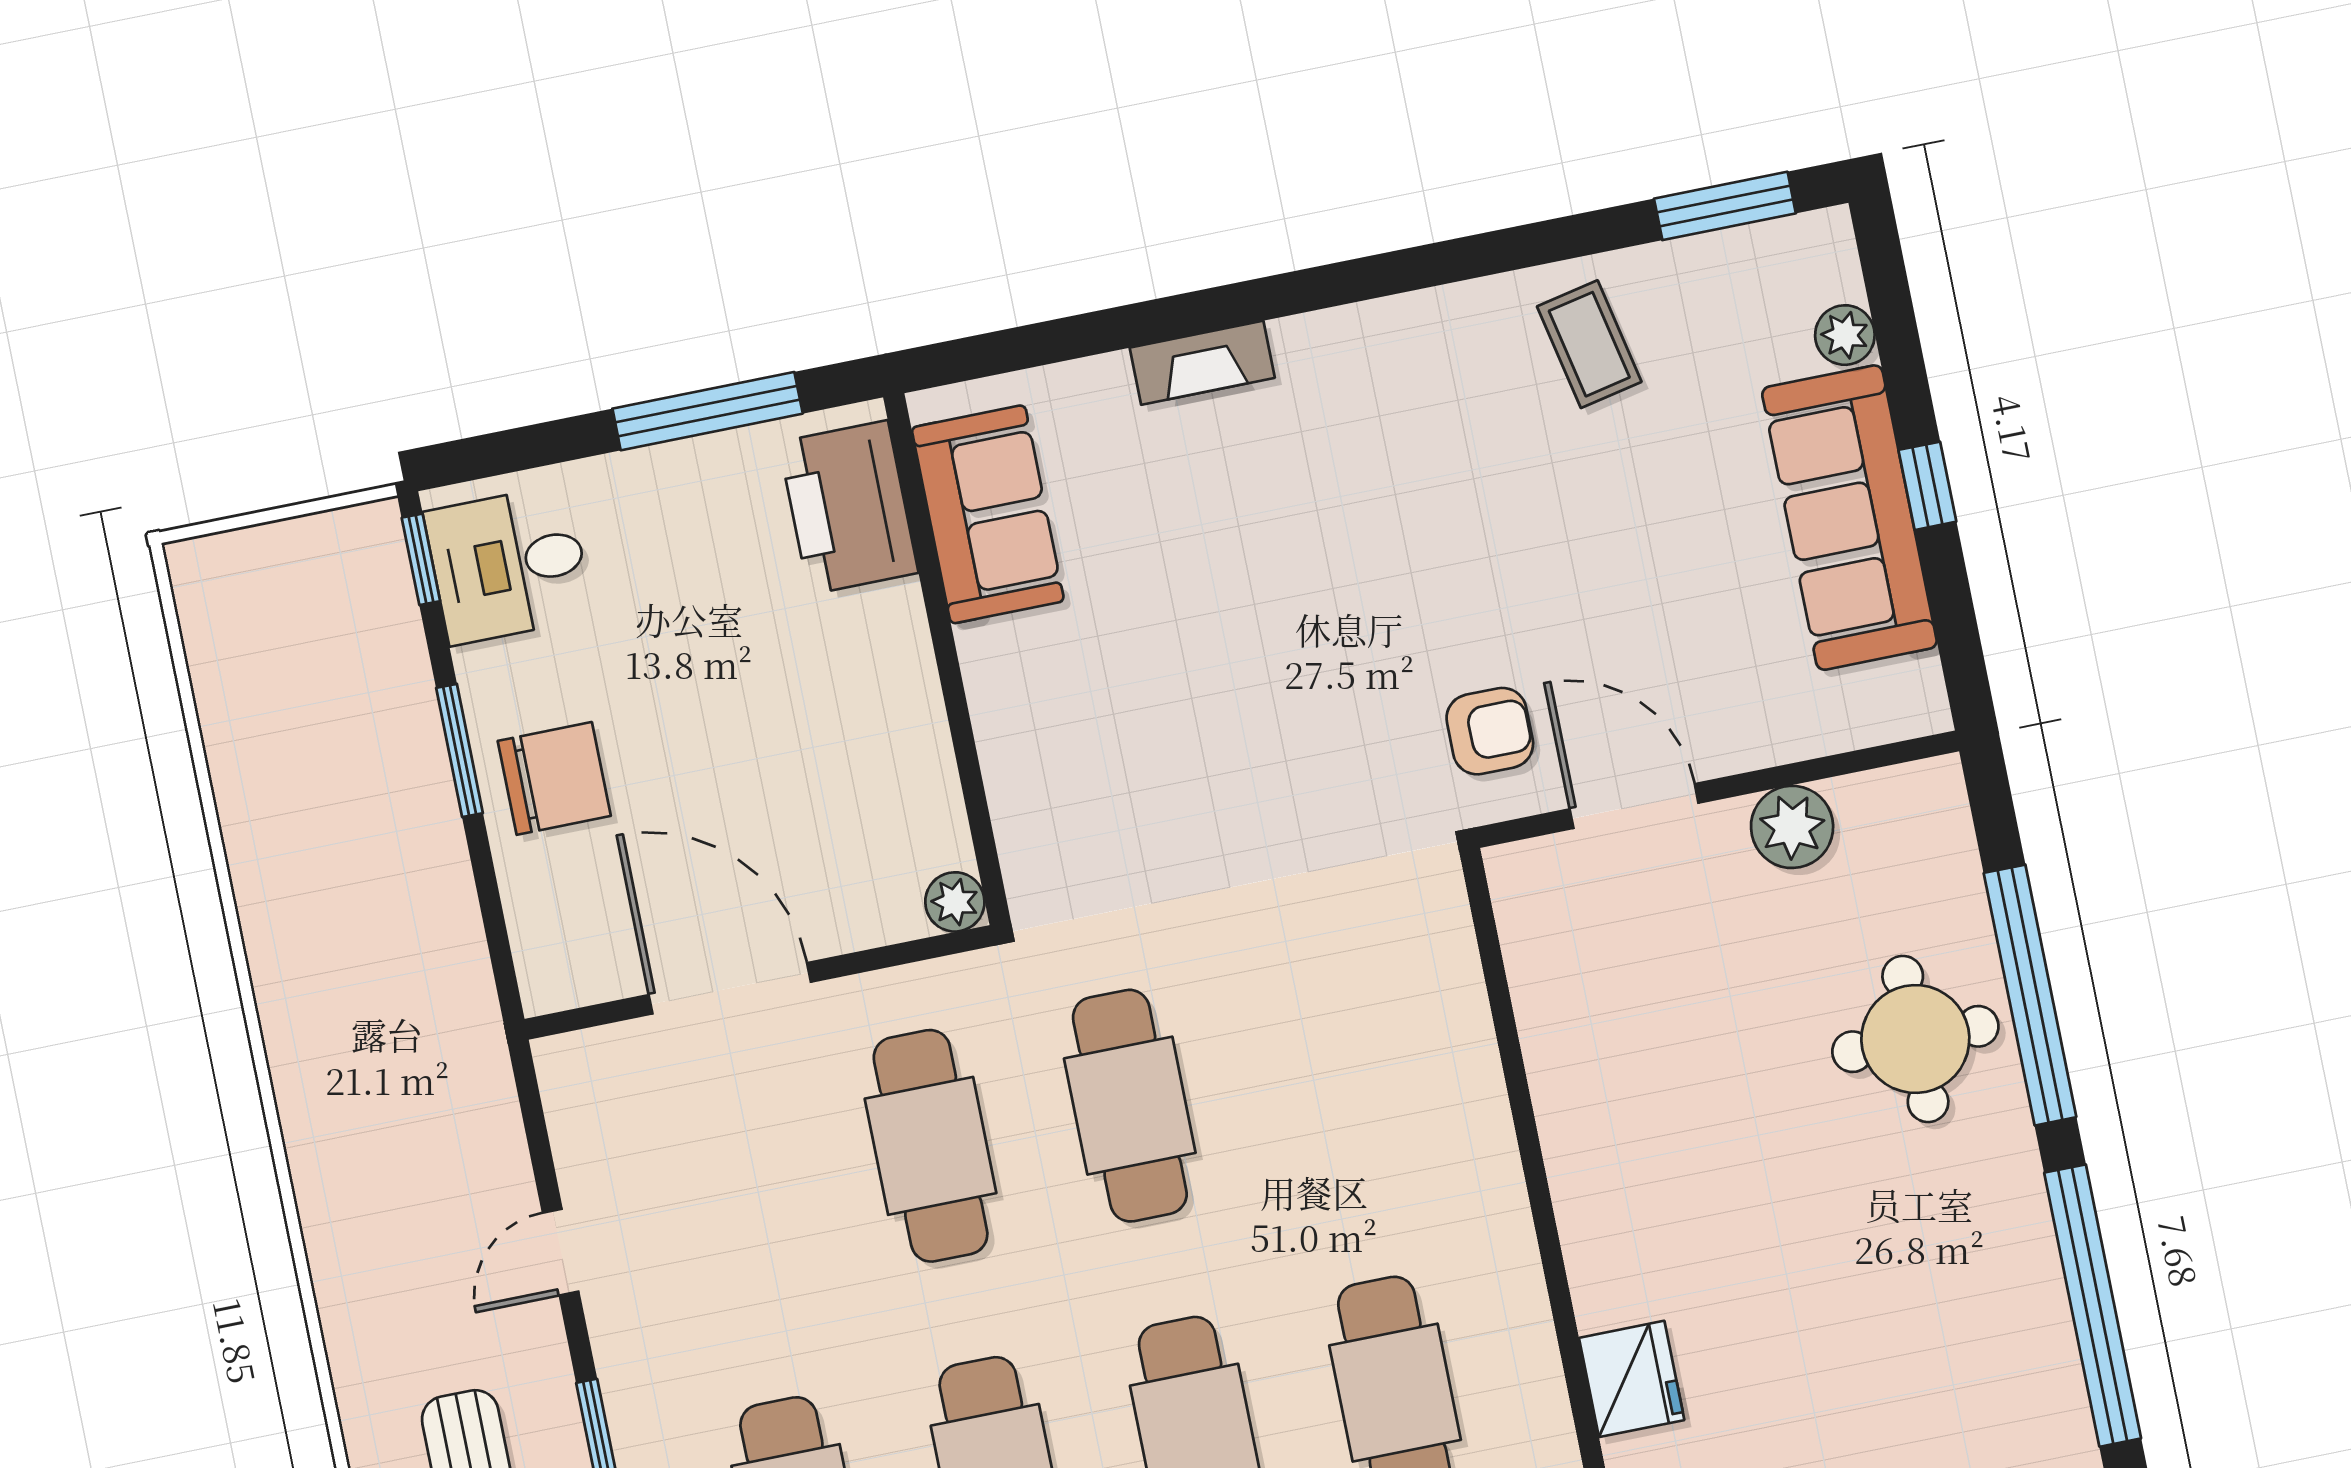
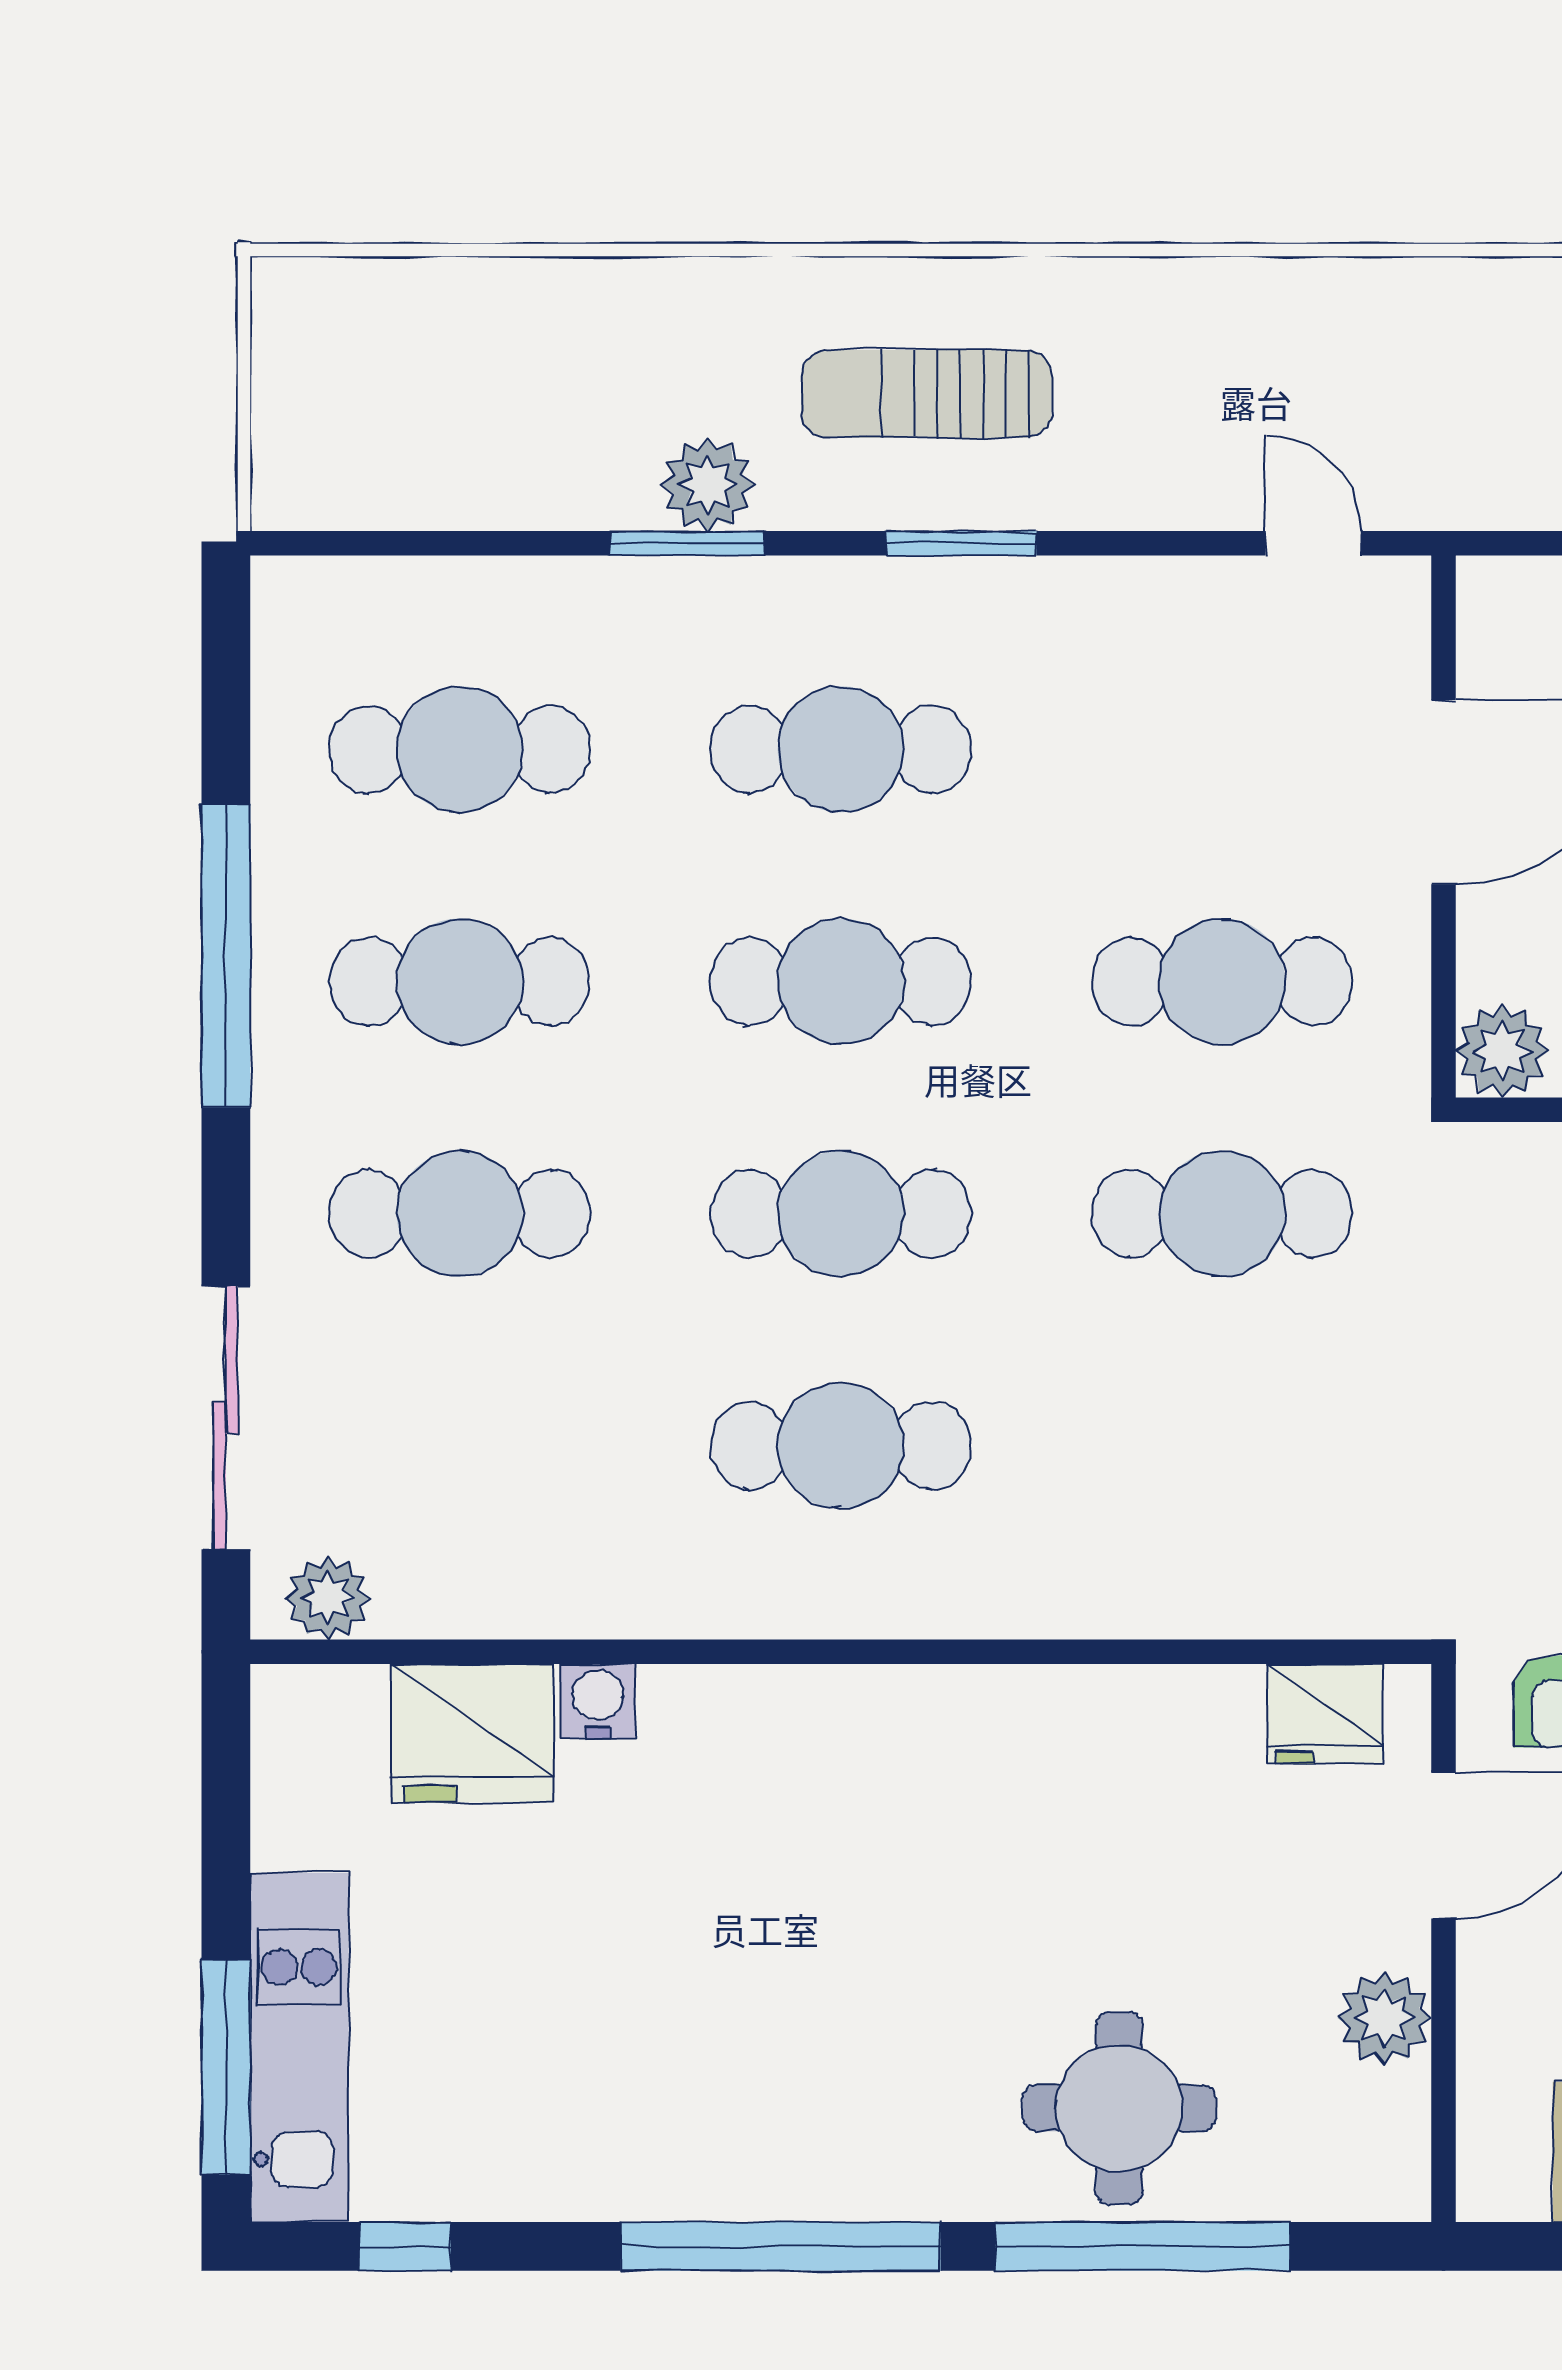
plant: (955, 902) -> (1502, 1051), width x1.38, depth x1.38
door: (561, 1252) -> (1314, 543), moved
fridge: (1632, 1379) -> (1325, 1714), moved

